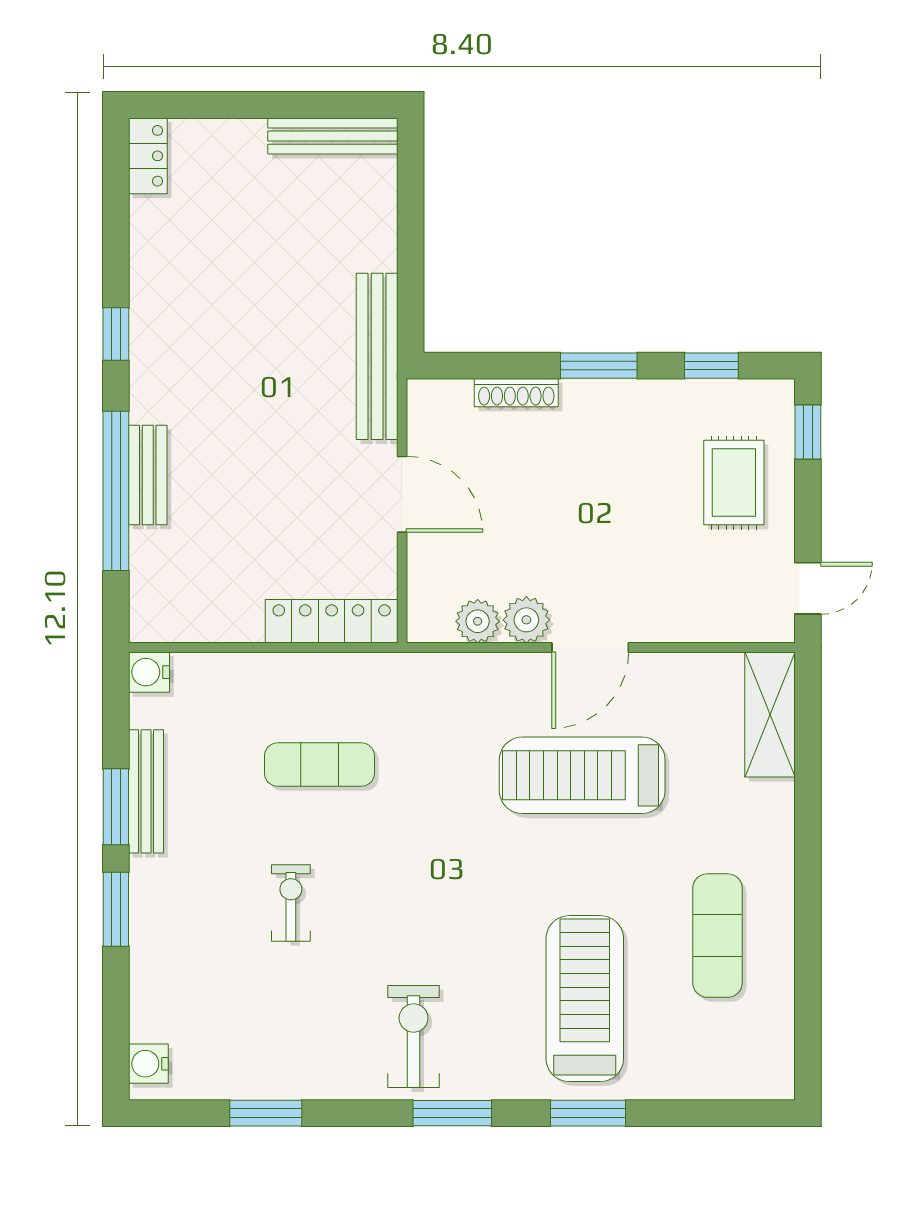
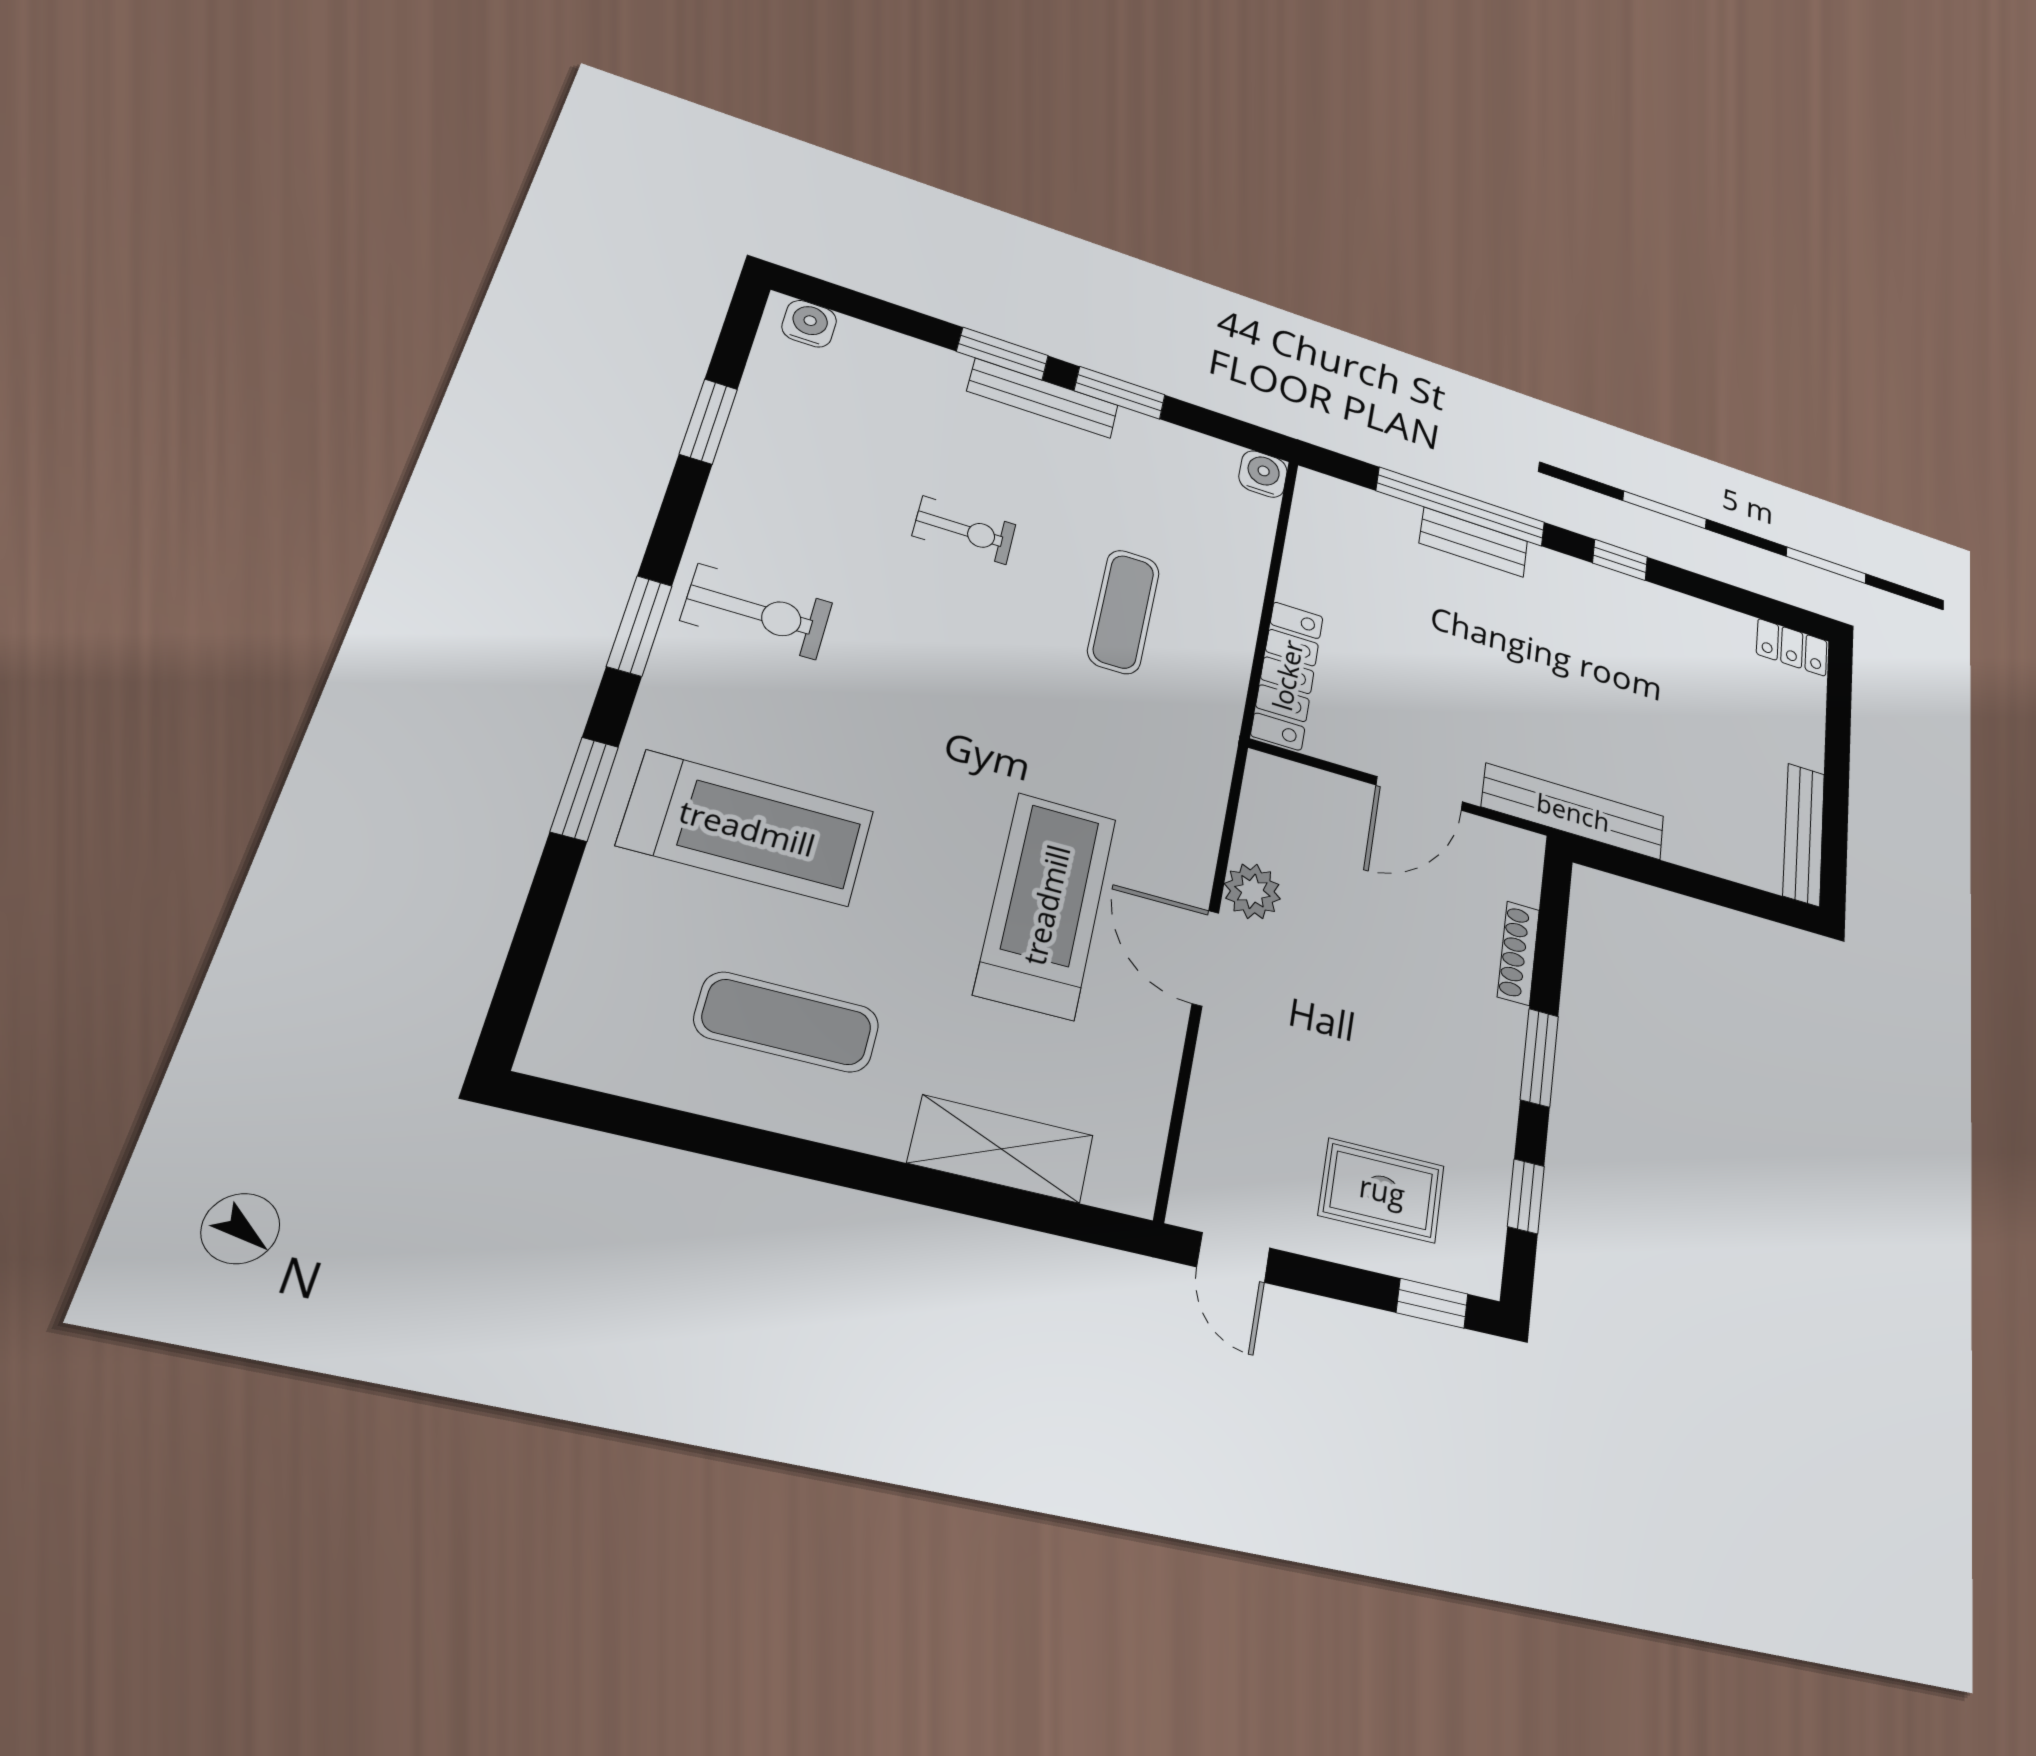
plant: (478, 621) -> (1260, 835), removed
shelving: (770, 714) -> (1001, 1149), moved
bench: (146, 791) -> (1043, 398), moved

